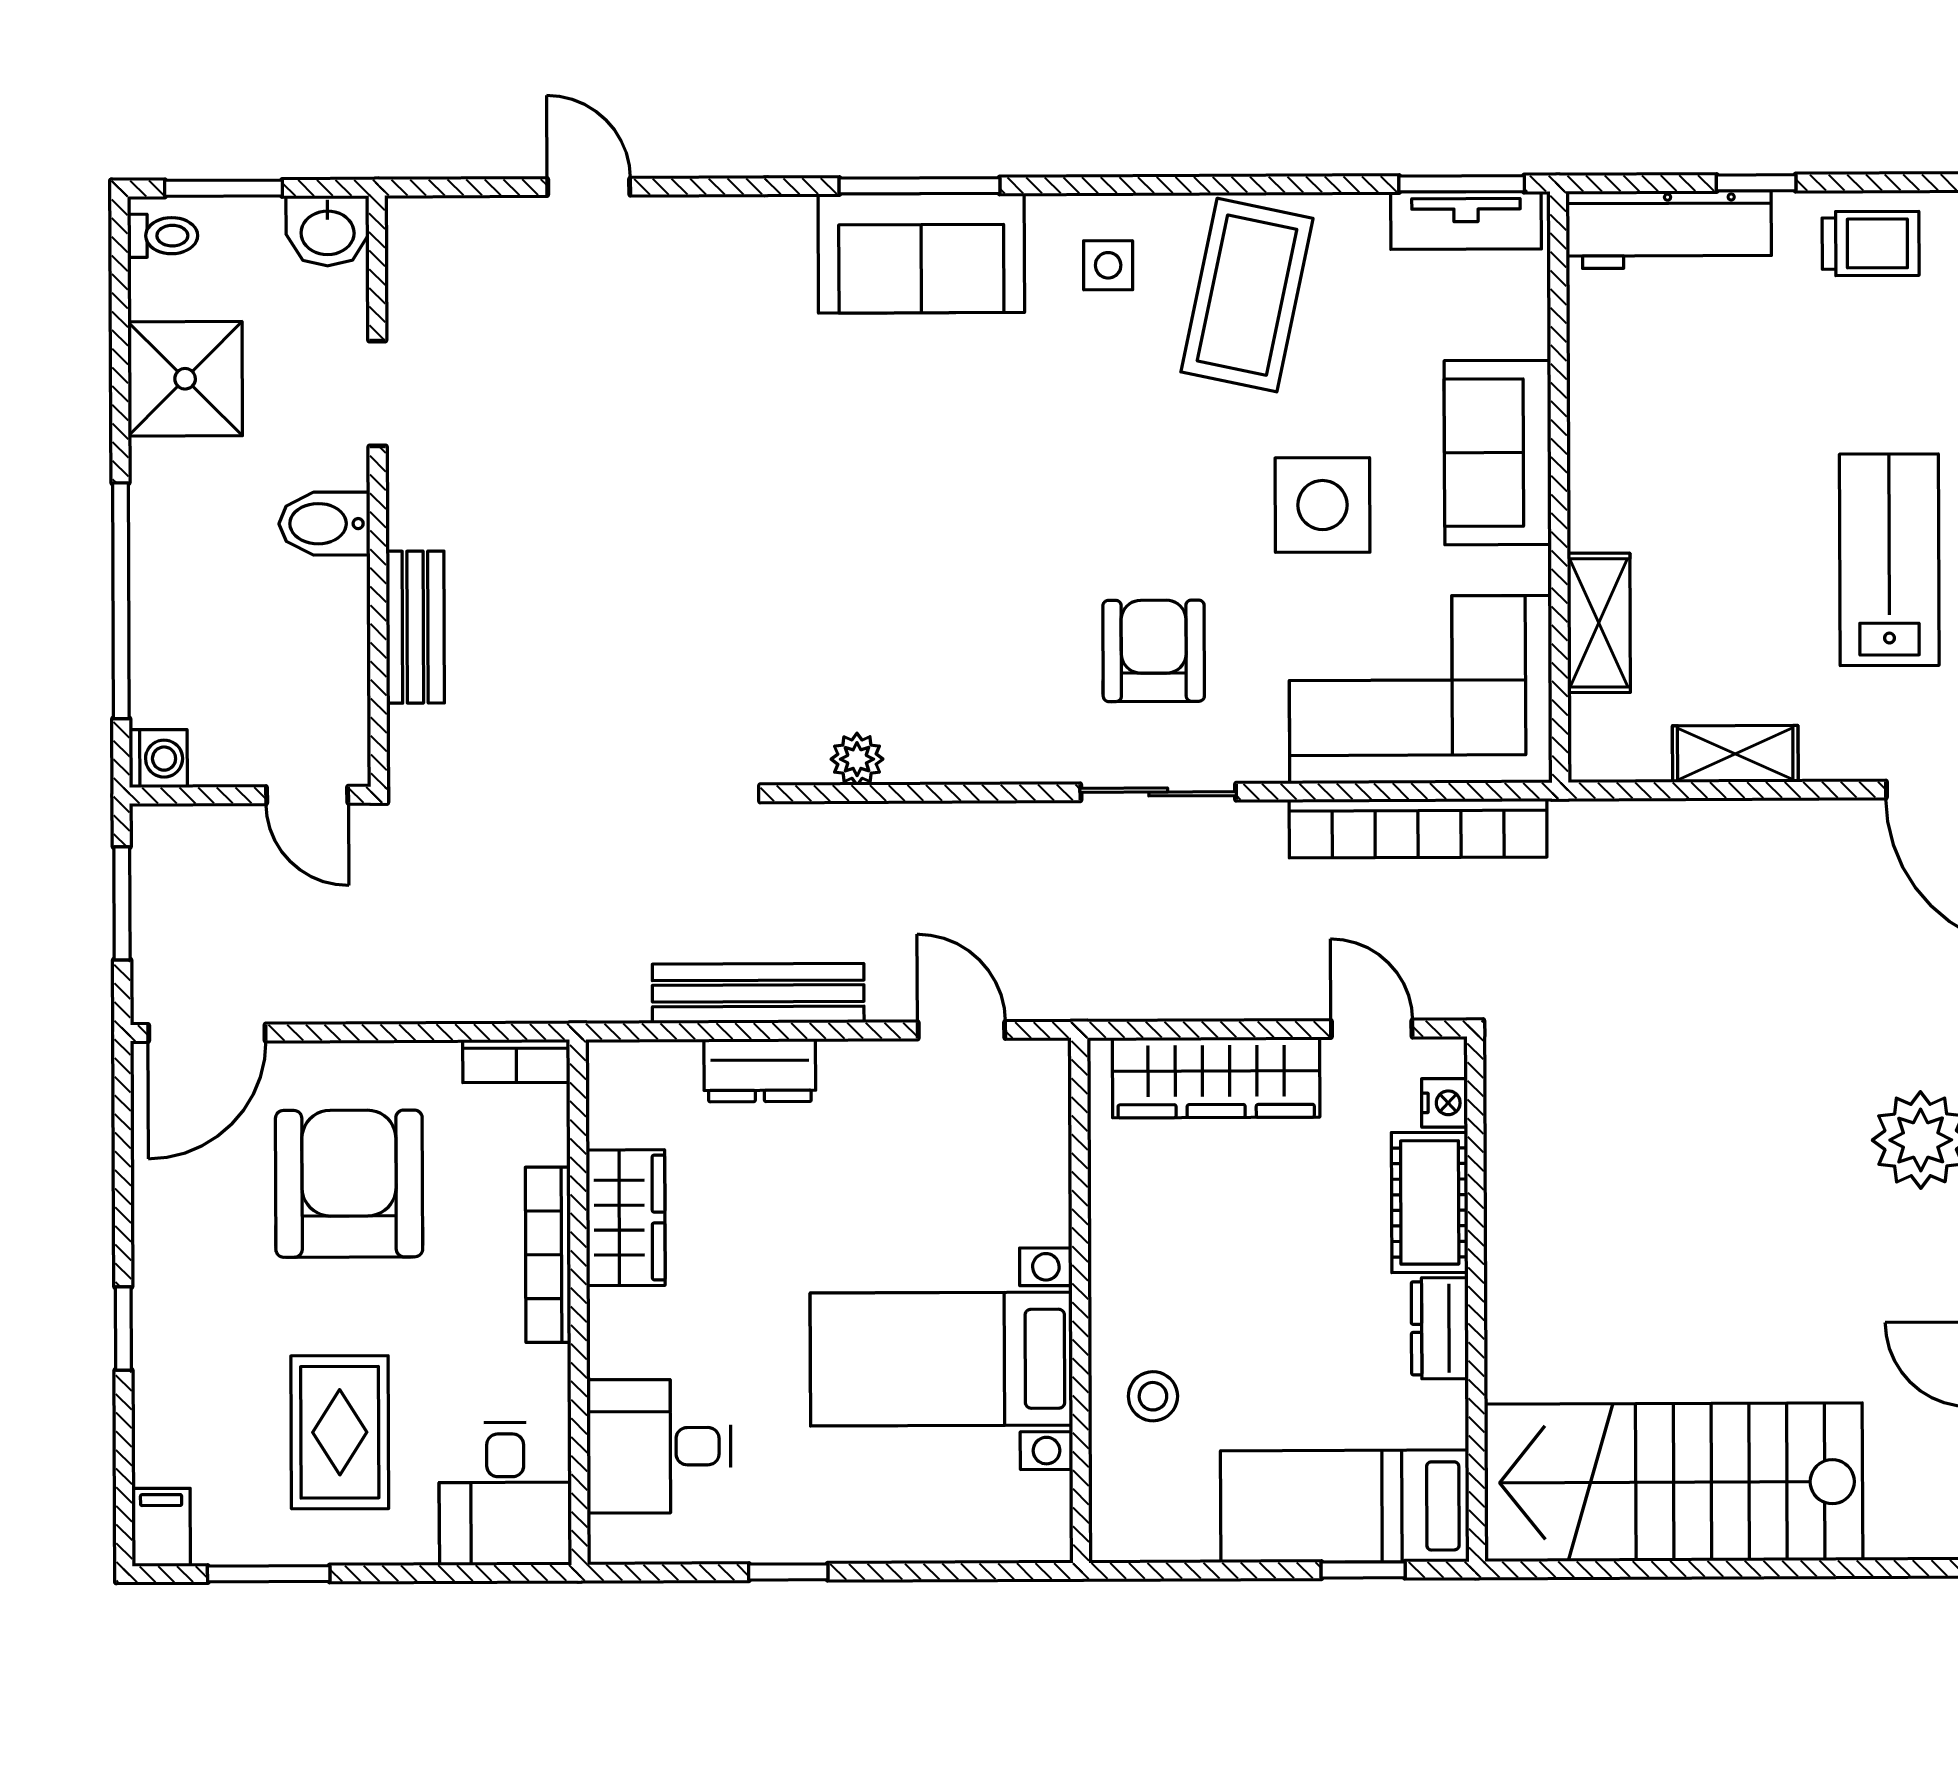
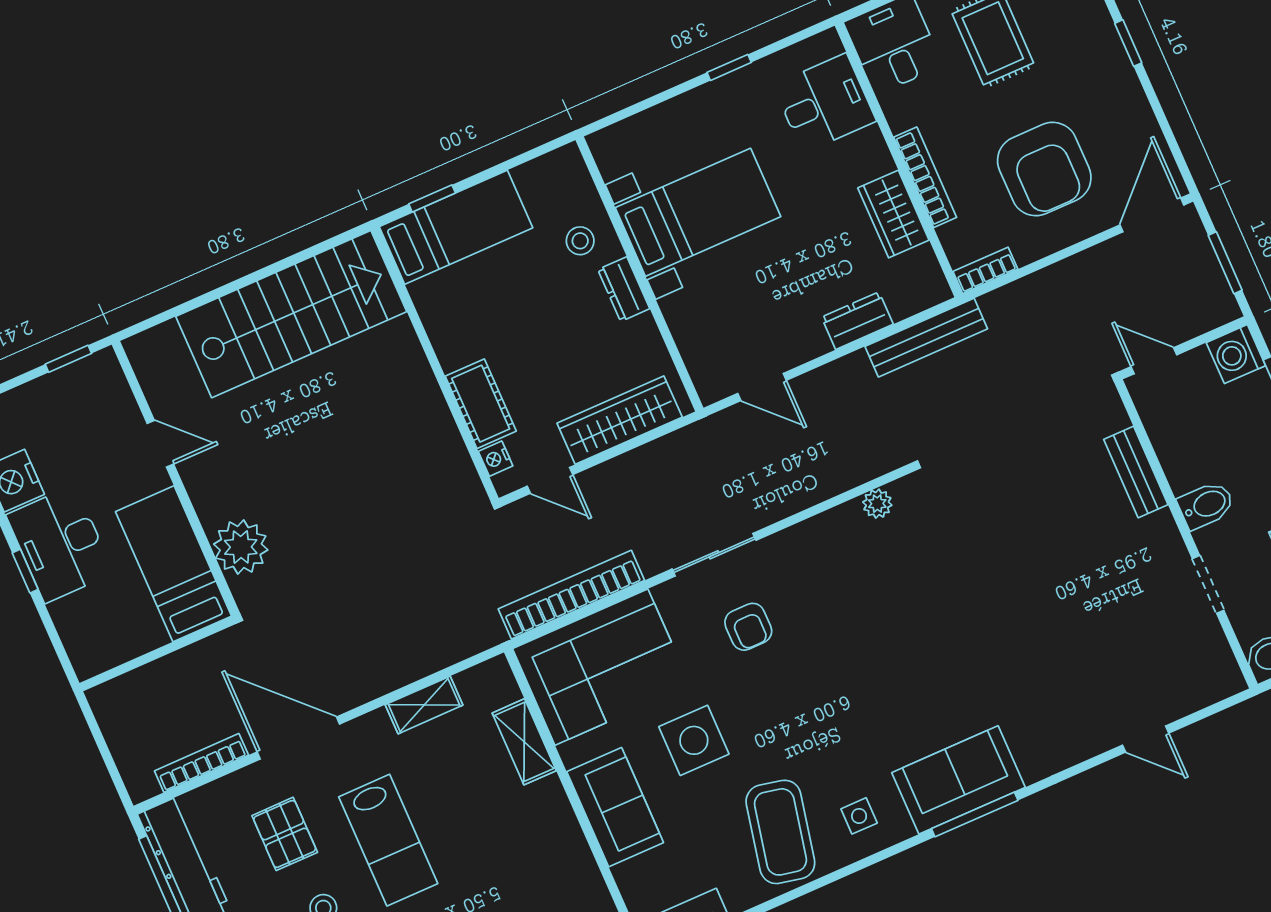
armchair: (1154, 651) -> (748, 627), width x0.72, depth x0.72
washing machine: (158, 759) -> (1236, 354), width x1.38, depth x1.38
bench: (758, 993) -> (926, 338), moved
dresser: (1440, 1328) -> (624, 289), moved, turned 180

